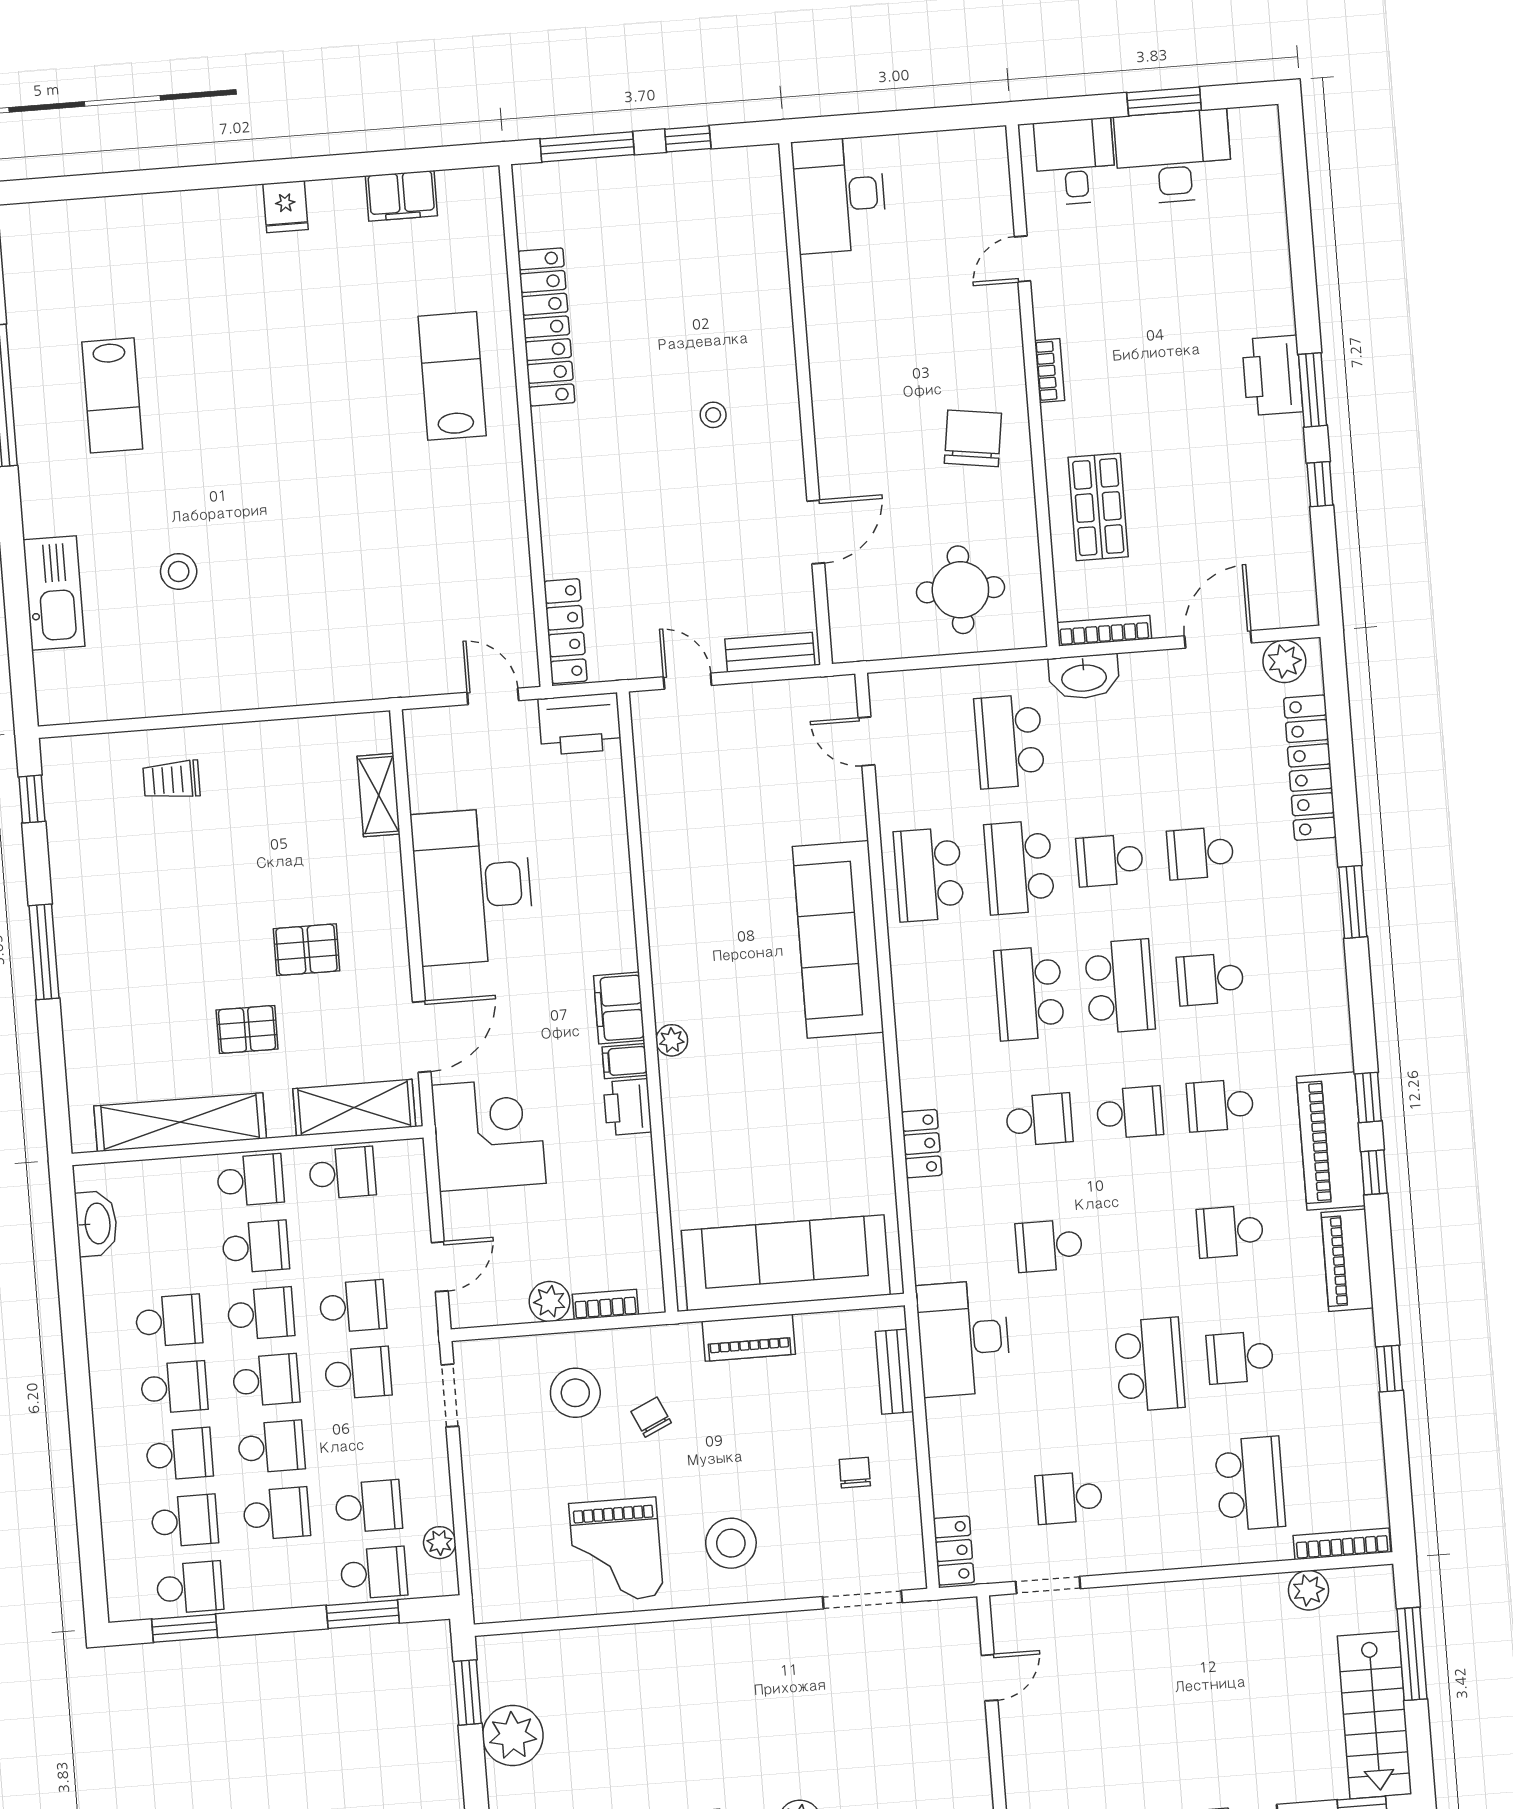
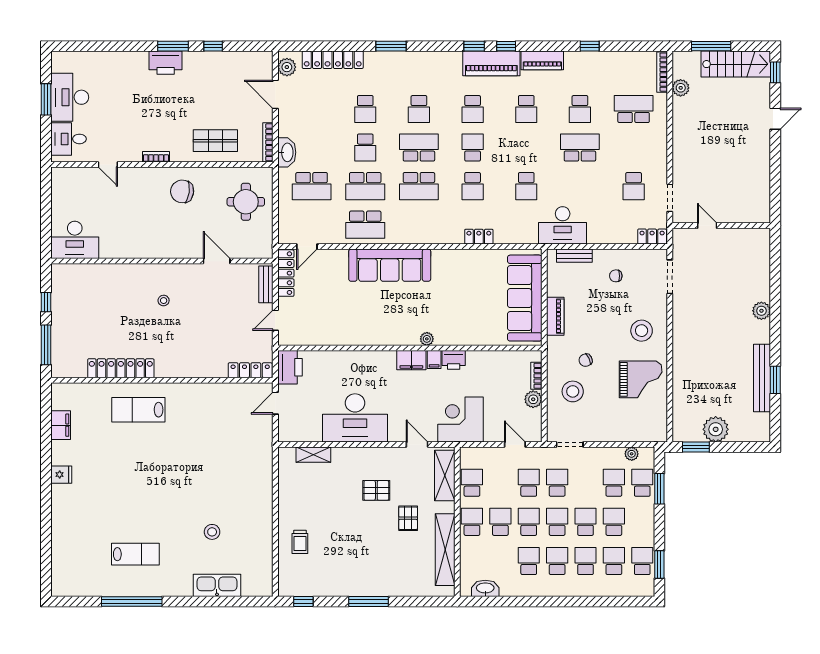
locker: (800, 697) -> (286, 273), added
pallet: (307, 950) -> (376, 490), turned 90
door: (422, 1037) -> (417, 445), width x0.73
school desk: (1039, 1120) -> (473, 186), turned 180

